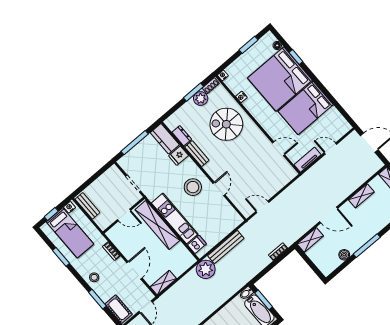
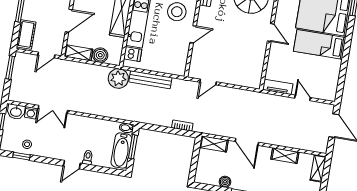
bed: (306, 108) -> (320, 44), width x0.67
door: (279, 149) -> (271, 33), moved
door: (262, 207) -> (208, 82), swing flipped
boiler: (178, 268) -> (100, 55), added

